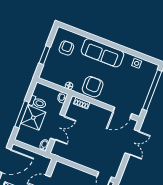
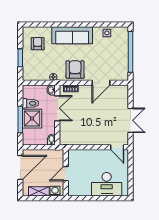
door: (122, 113) -> (101, 83), moved
double door: (58, 127) -> (57, 108), moved
double door: (132, 142) -> (130, 120), moved

